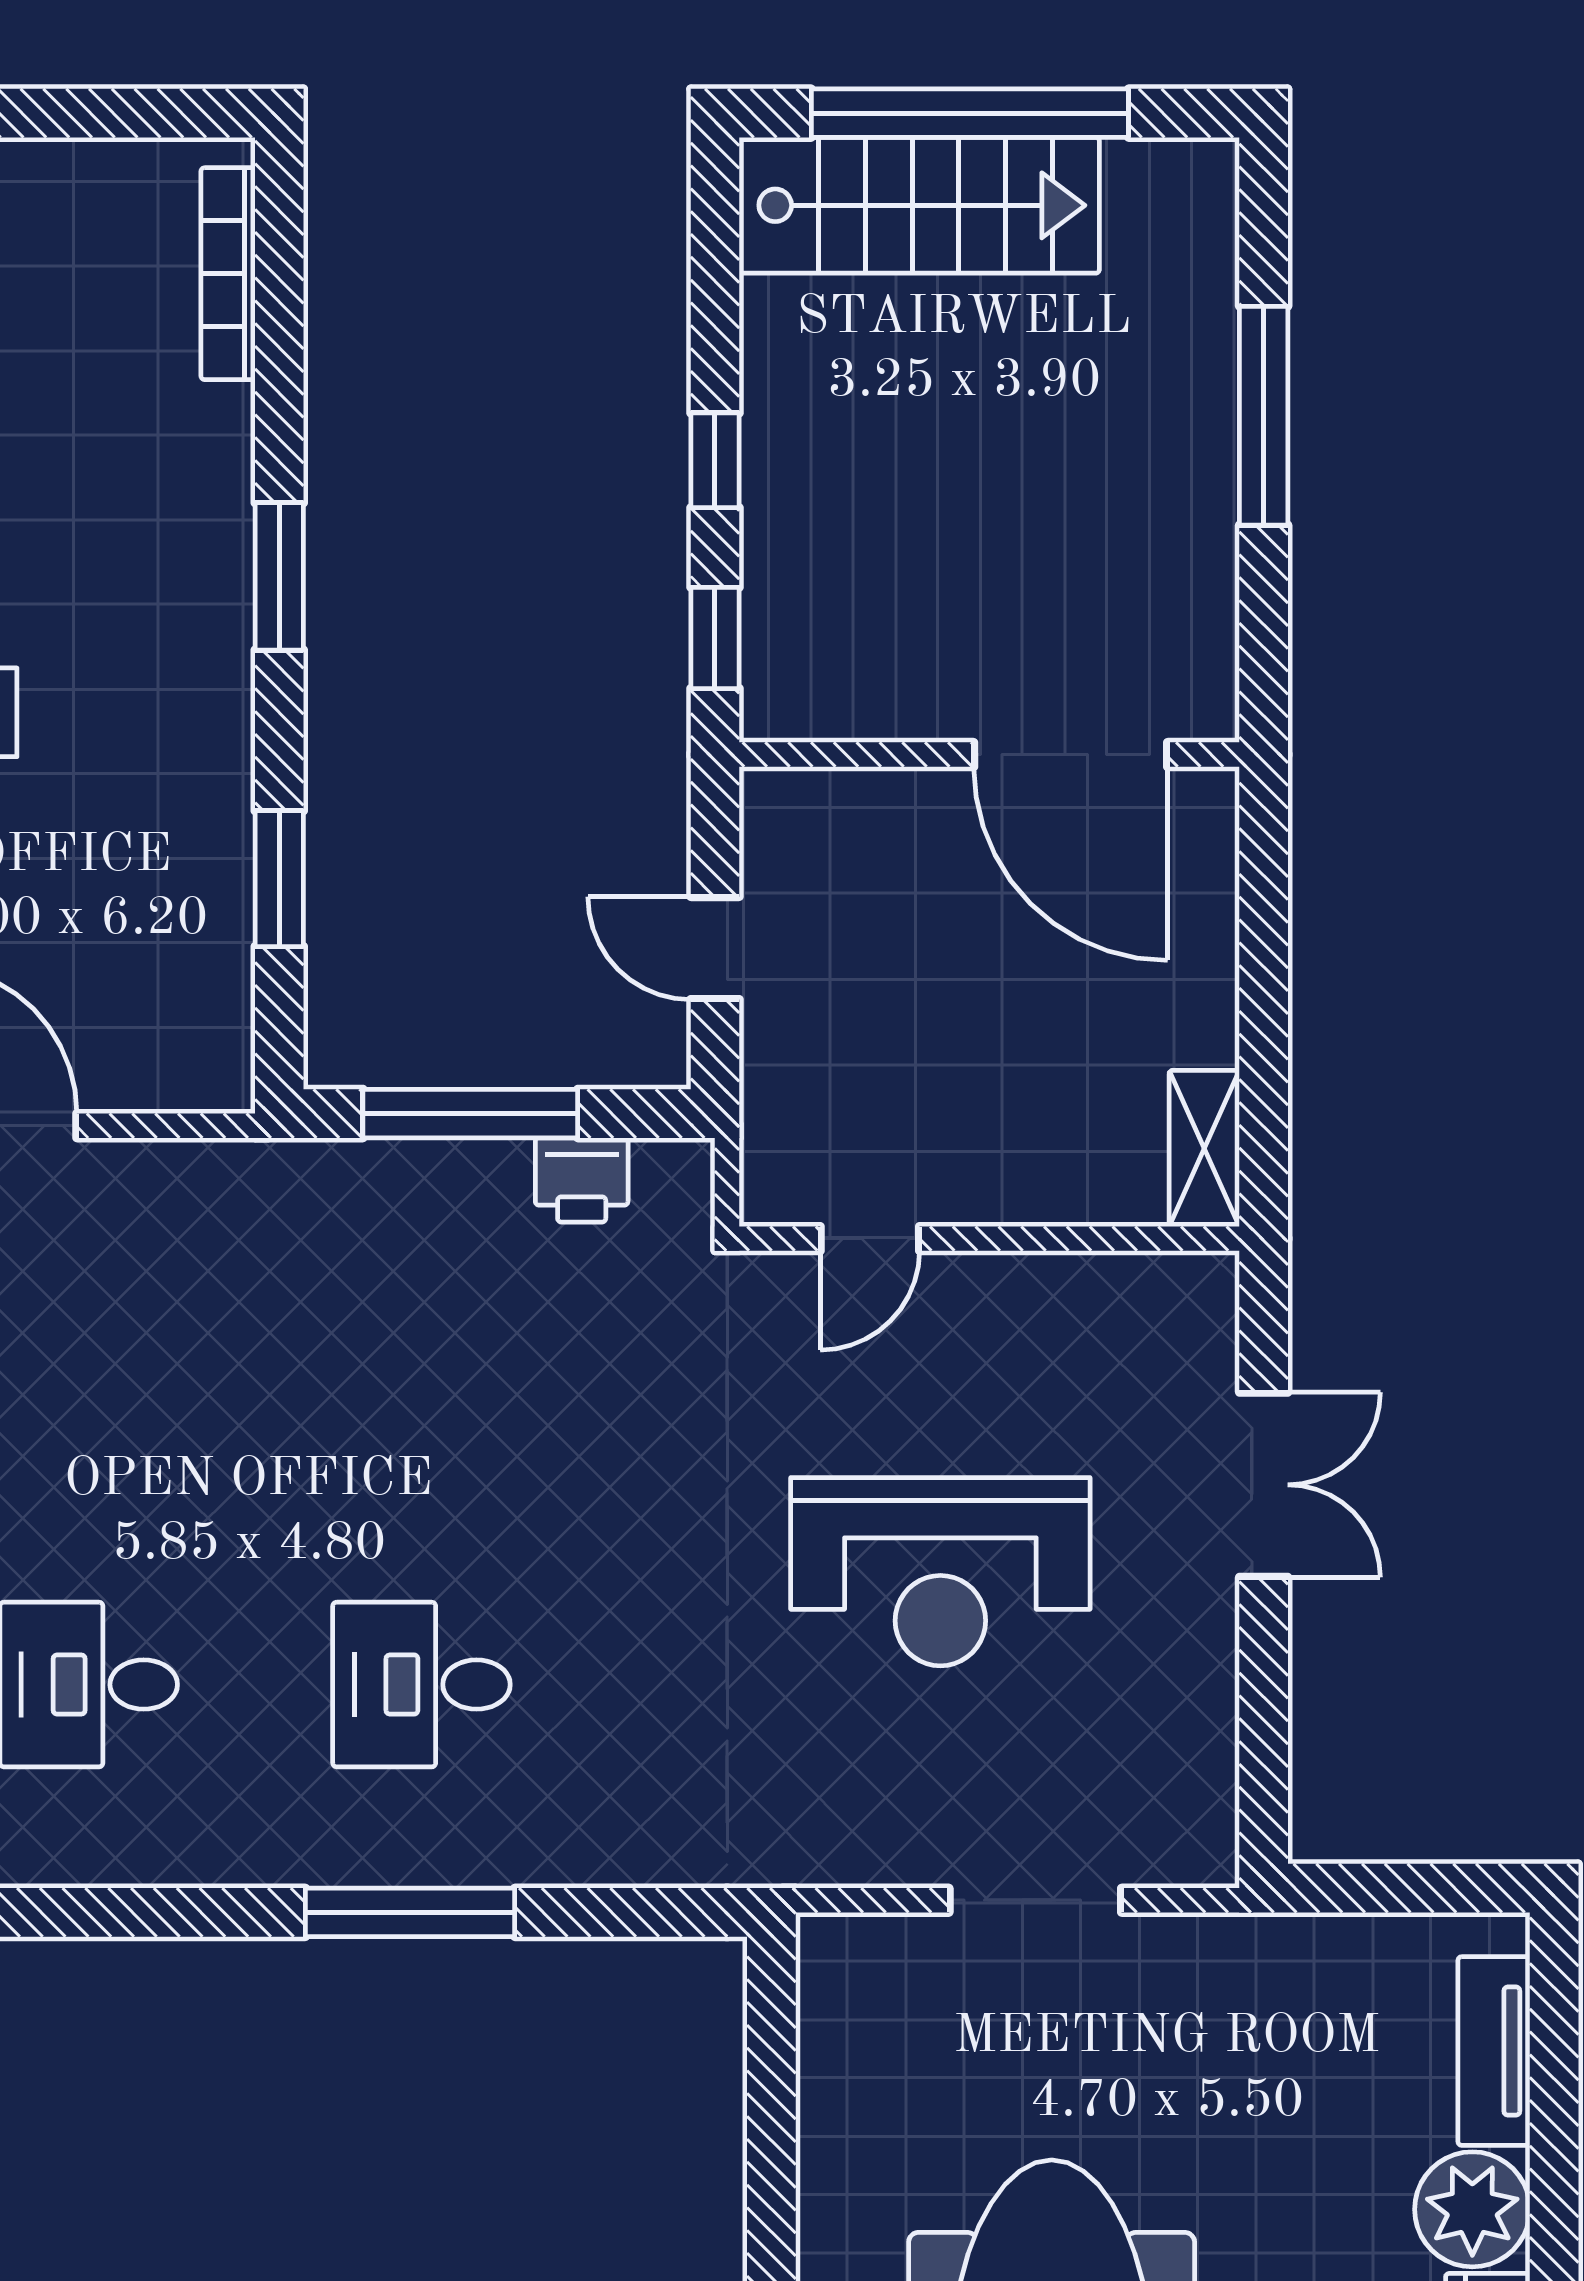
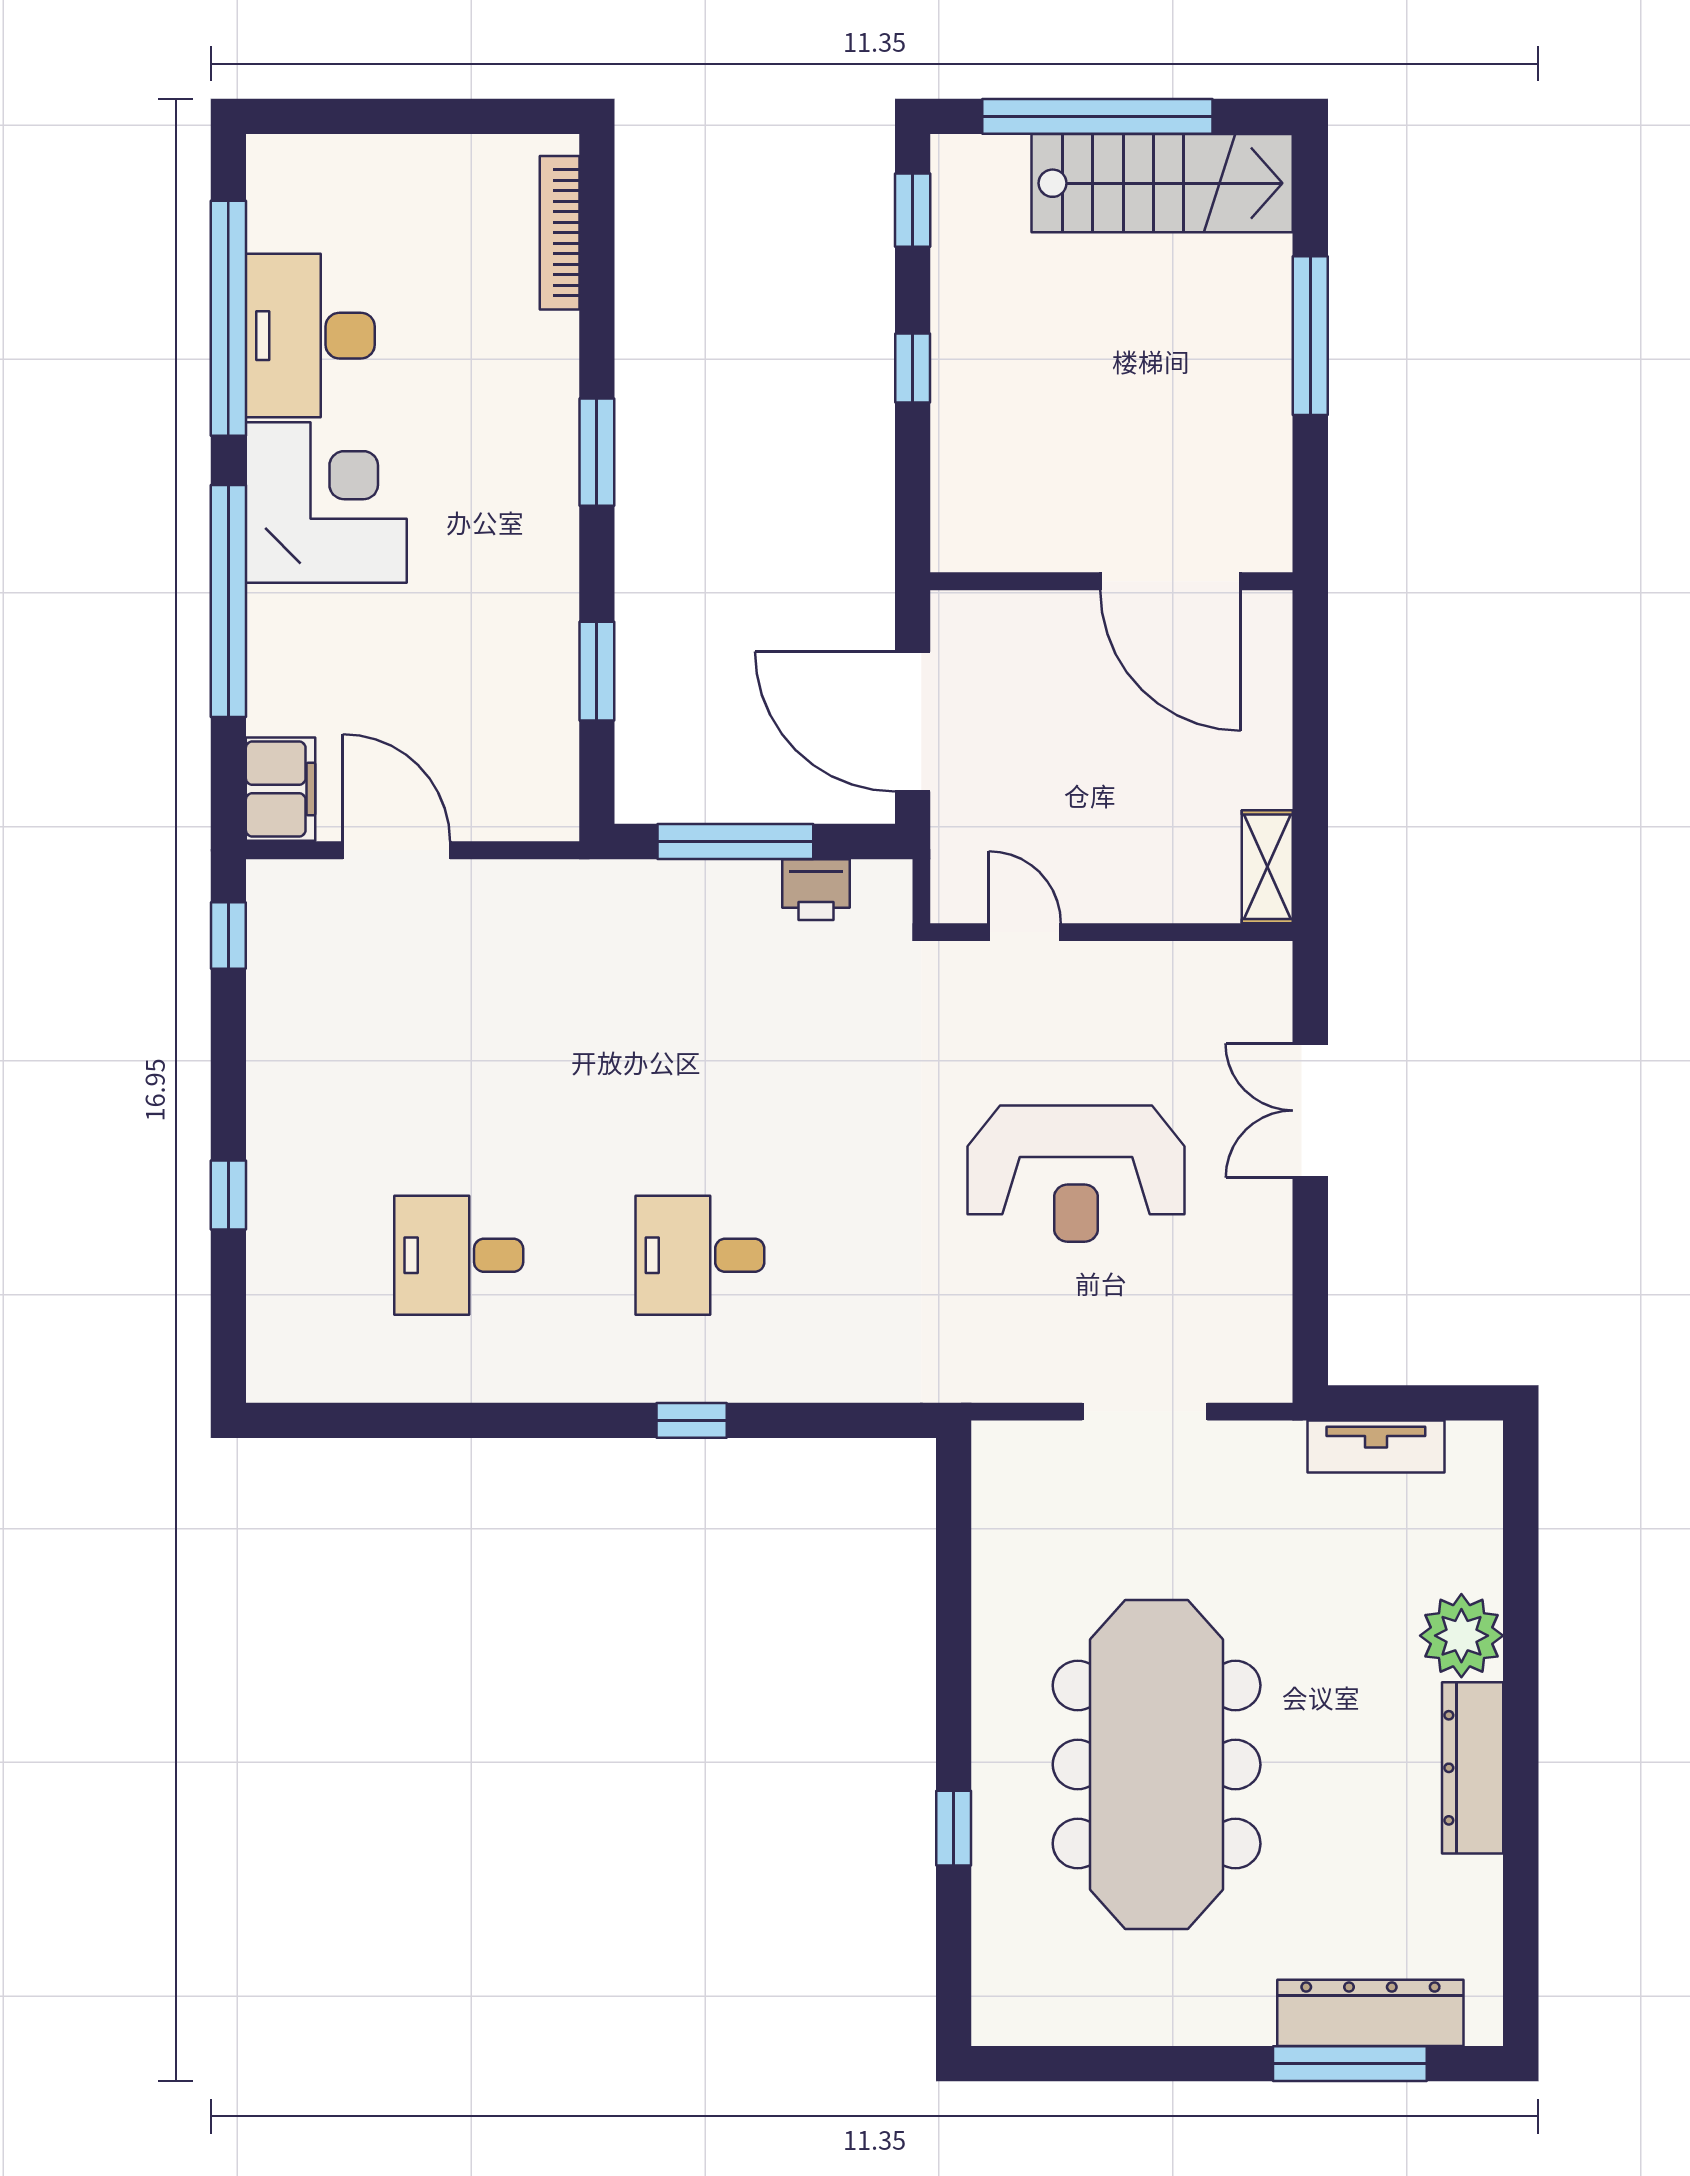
stairs: (919, 205) -> (1162, 183), moved
window: (715, 638) -> (913, 210), moved
door: (715, 948) -> (913, 722), width x1.87
door: (870, 1239) -> (1025, 932), swing flipped
double door: (1264, 1485) -> (1310, 1111), swing flipped
window: (410, 1912) -> (692, 1420), width x0.46
tv unit: (1494, 2051) -> (1376, 1446), moved, turned -90

